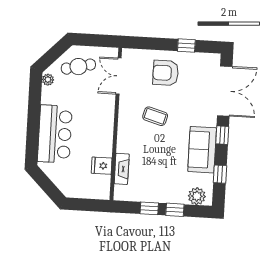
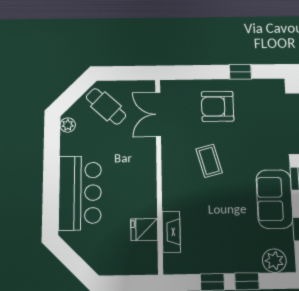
cafe table: (78, 67) -> (106, 106), turned 56
coffee table: (155, 116) -> (209, 161), turned 59

